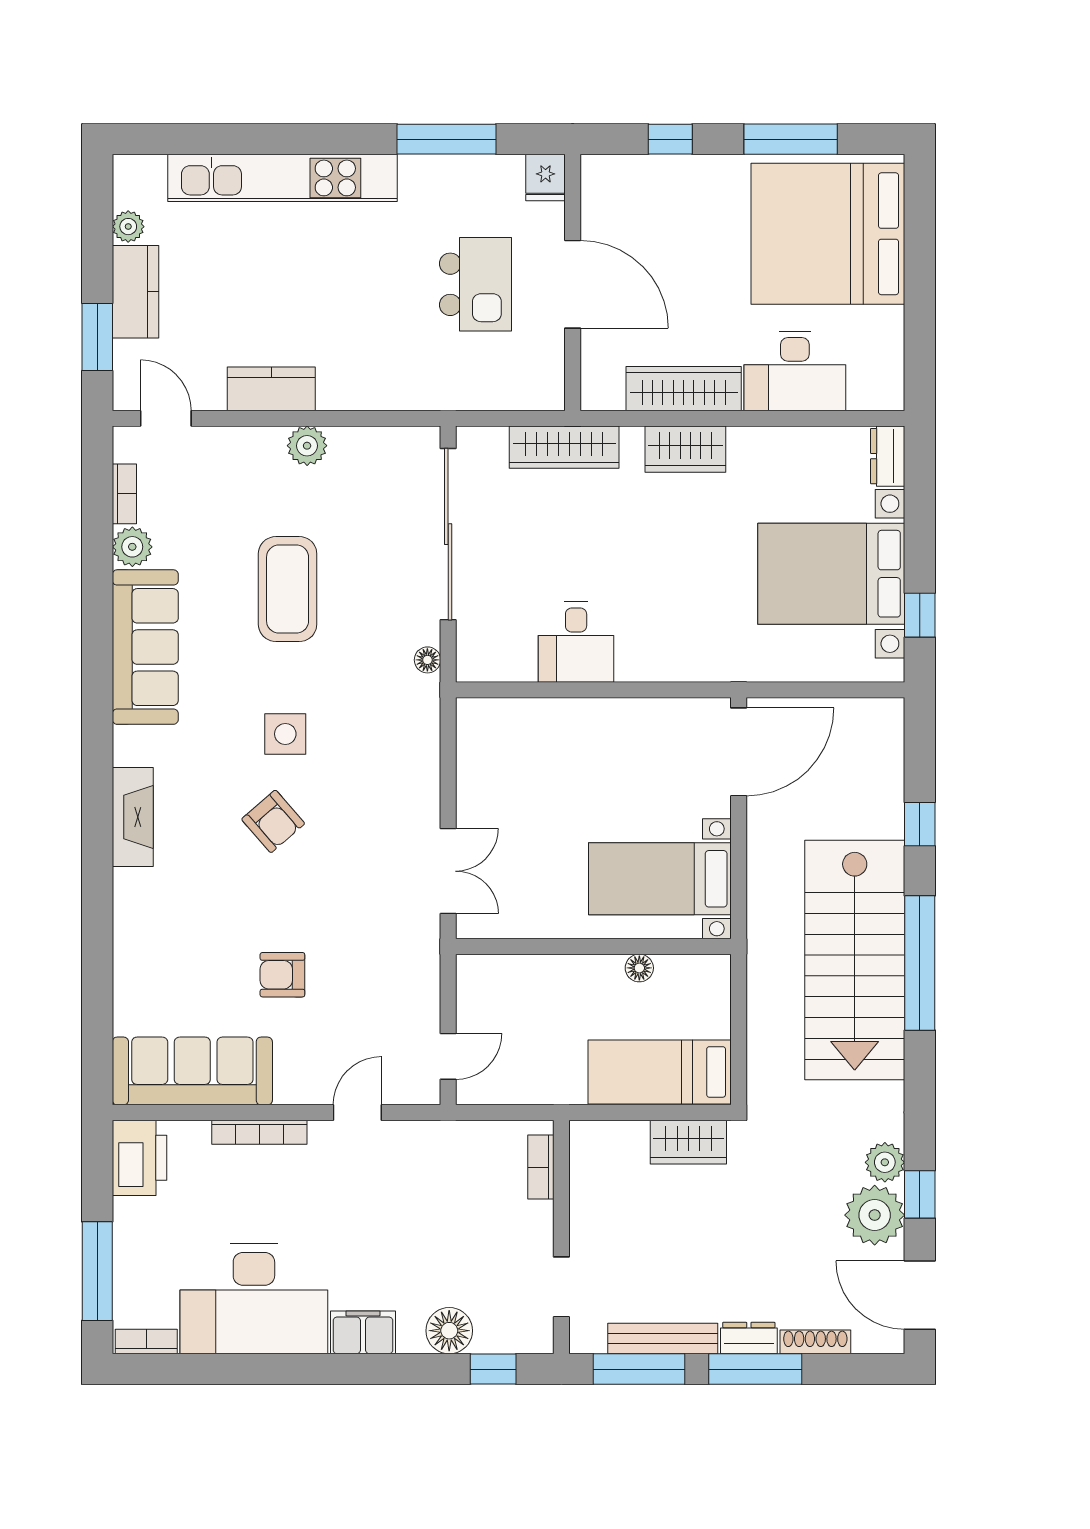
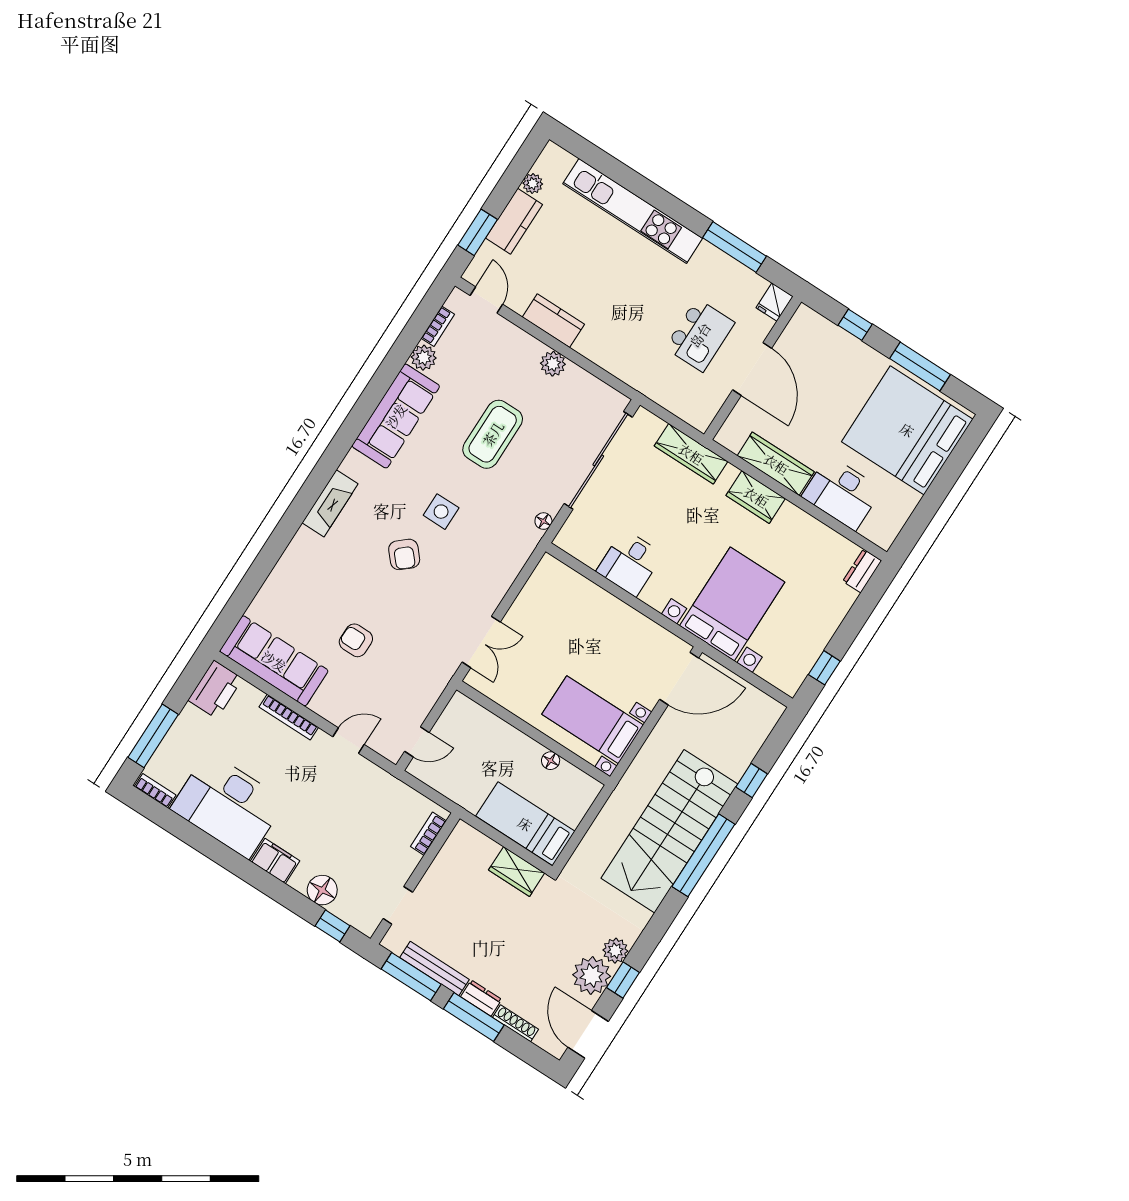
bed with nightstands: (831, 574) -> (732, 604), moved, turned 90

